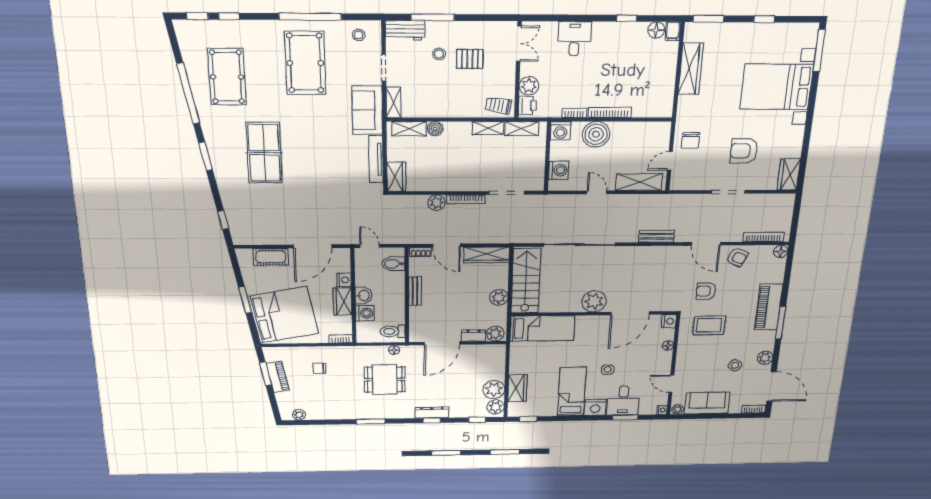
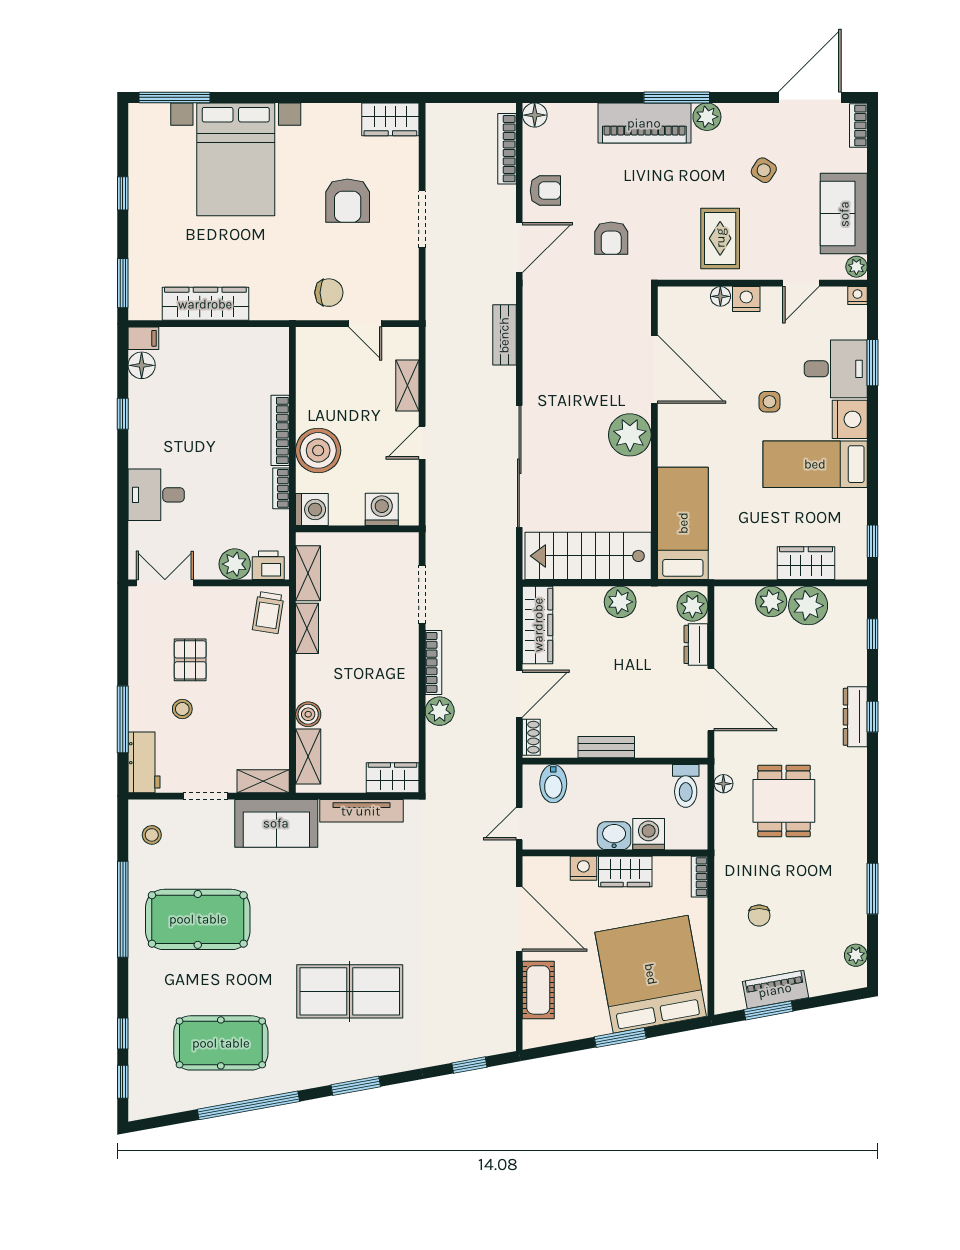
shelving: (639, 182) -> (407, 385), width x0.67, depth x0.75
armchair: (737, 257) -> (545, 191), turned 66
nightstand: (669, 321) -> (746, 299), moved
rug: (709, 325) -> (720, 238), moved
plant: (765, 358) -> (707, 117), moved
plant: (496, 407) -> (771, 602), moved
window: (371, 421) -> (872, 889), moved

